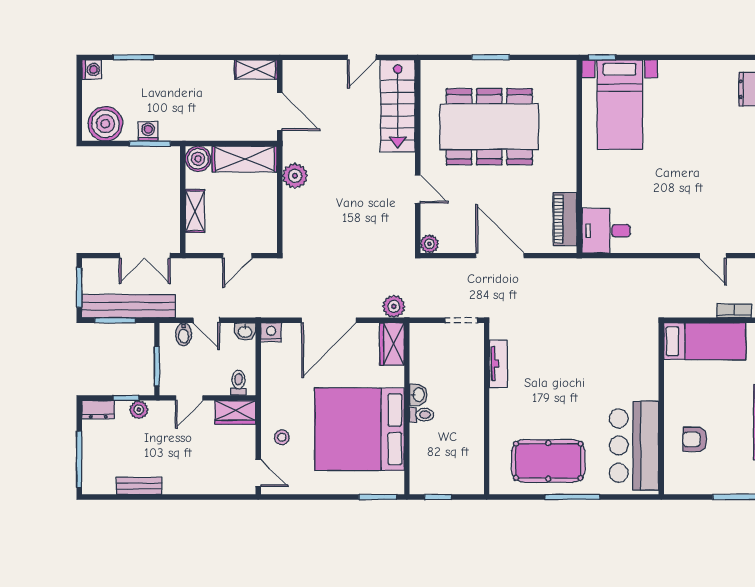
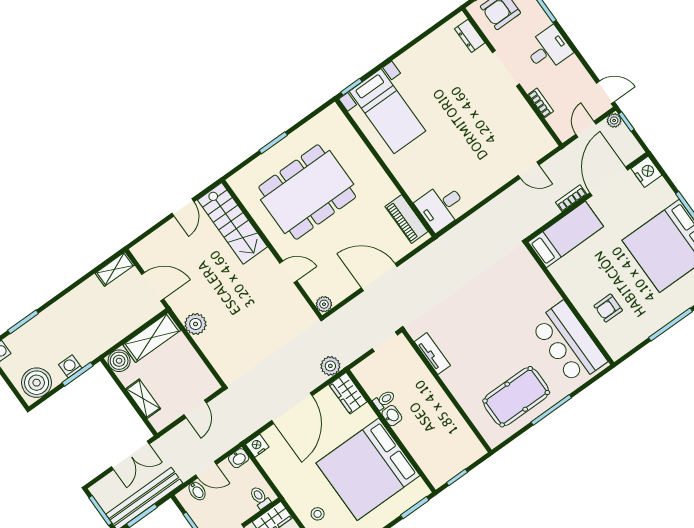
toilet: (422, 415) -> (384, 400), moved

